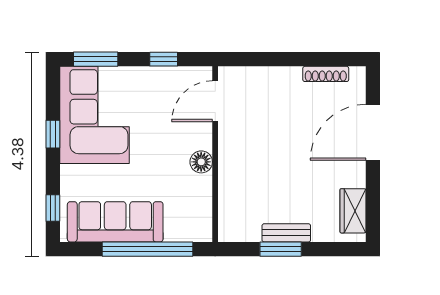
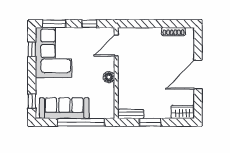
door: (373, 132) -> (198, 75), moved
window: (53, 134) -> (32, 49), moved
wardrobe: (353, 211) -> (183, 112), moved, turned 90
bench: (286, 233) -> (131, 114), moved

